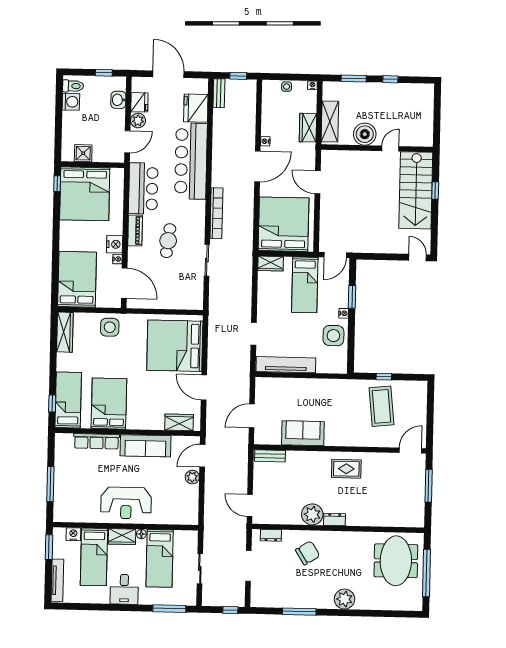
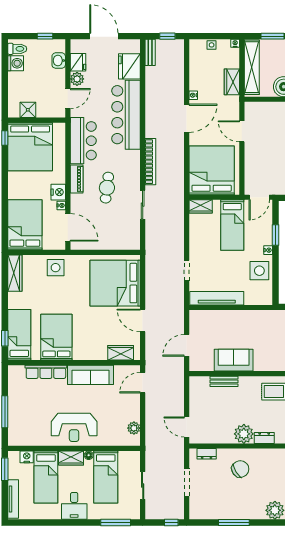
shelving: (330, 121) -> (252, 67), width x1.47
bench: (270, 456) -> (224, 381), moved
plant: (192, 477) -> (134, 428), moved

